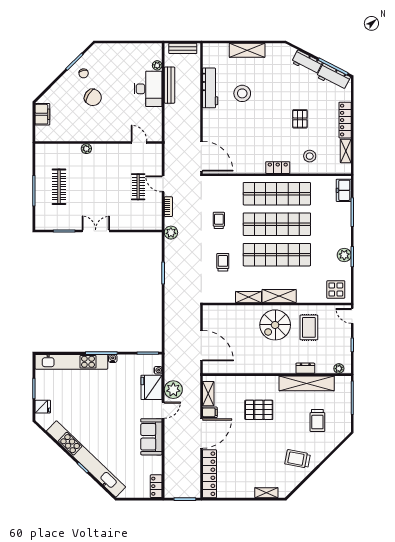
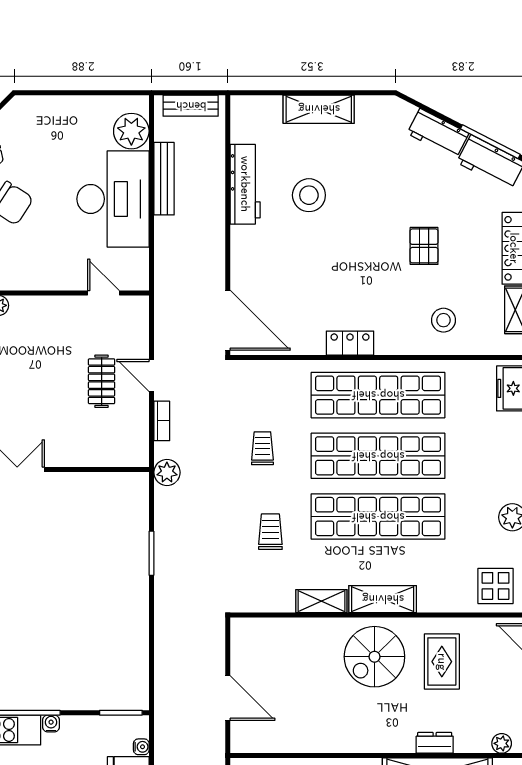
plant: (157, 65) -> (131, 131), width x1.88, depth x1.88
desk: (148, 89) -> (113, 199), width x1.36, depth x1.30
locker: (278, 168) -> (350, 343), moved
door: (201, 346) -> (228, 698), width x0.73

